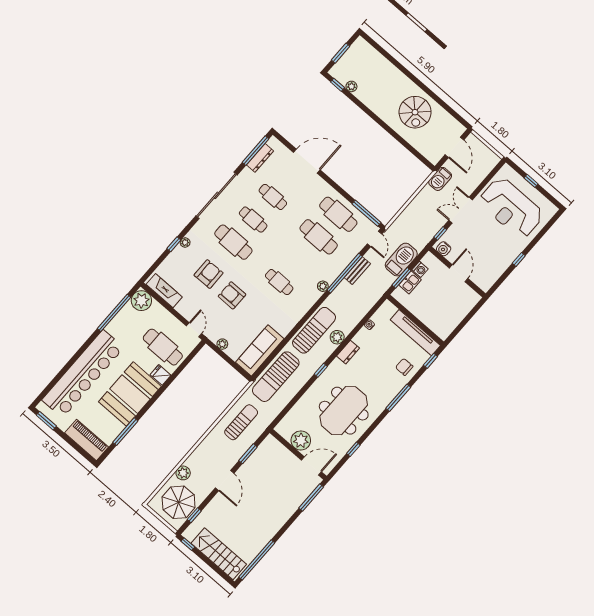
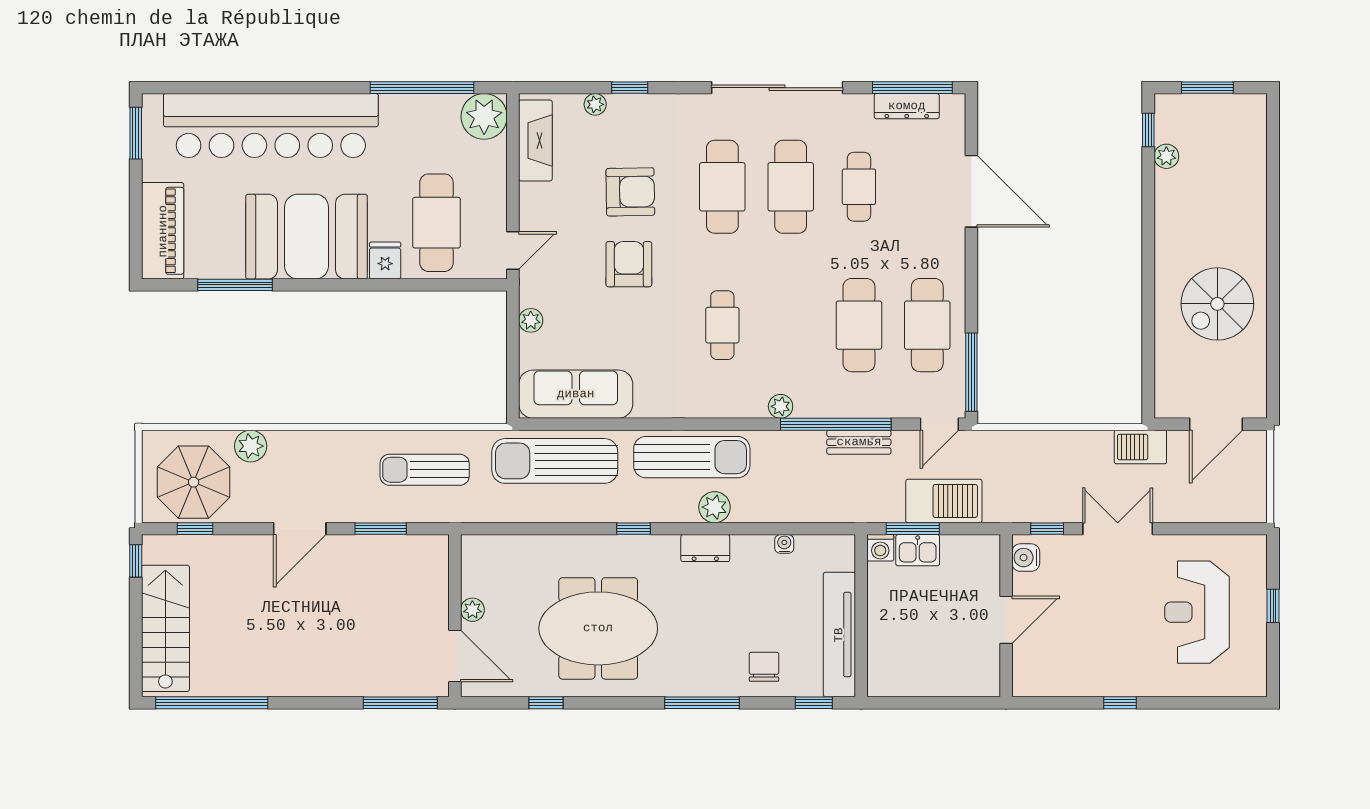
reception desk: (511, 208) -> (1197, 612), width x0.74, depth x0.77
cafe table: (253, 220) -> (791, 187), width x1.37, depth x1.35
plant: (185, 243) -> (595, 104), moved
washing machine: (420, 269) -> (880, 548), moved
sun lounger: (241, 422) -> (425, 470), turned 180
plant: (301, 440) -> (472, 610), width x0.53, depth x0.53

